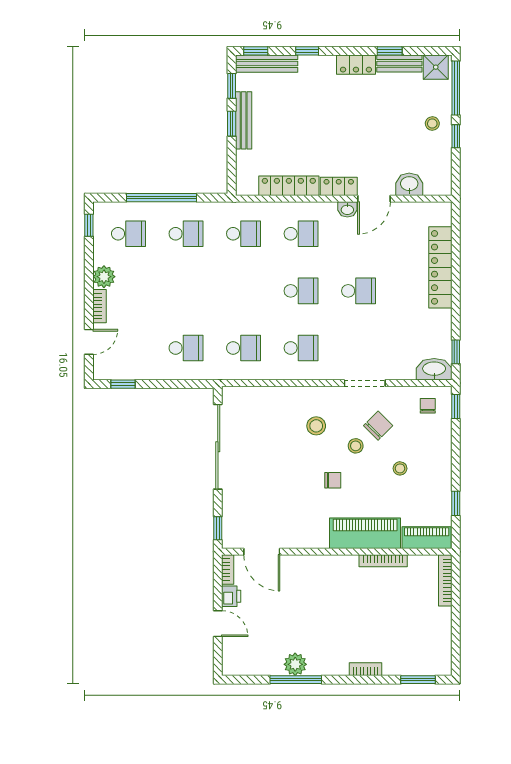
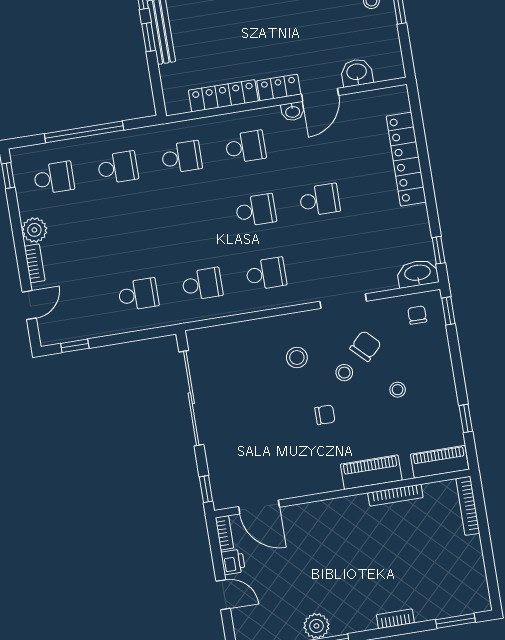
piano: (365, 533) -> (371, 472), width x0.73, depth x0.75

